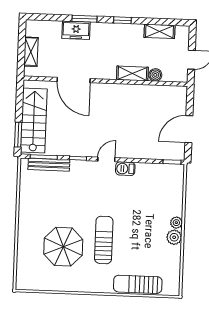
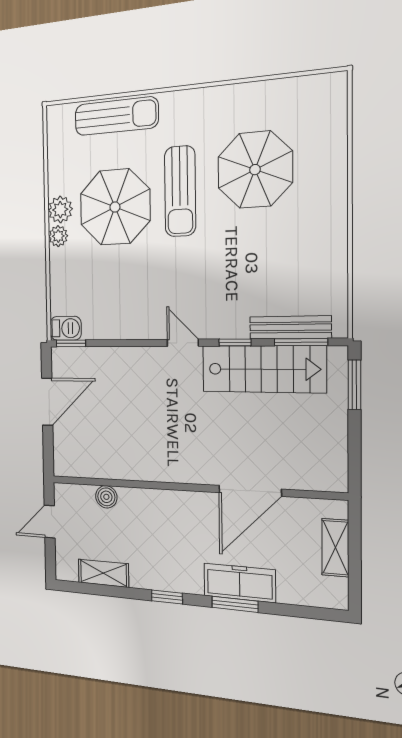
freezer: (76, 30) -> (239, 583), width x1.40
shelving: (132, 73) -> (145, 500), removed
door: (74, 80) -> (250, 491), swing flipped
stairs: (34, 121) -> (263, 369), moved, turned -90
door: (106, 159) -> (183, 343), swing flipped
barbecue: (125, 169) -> (66, 328), moved
parasol: (141, 235) -> (115, 207), added

